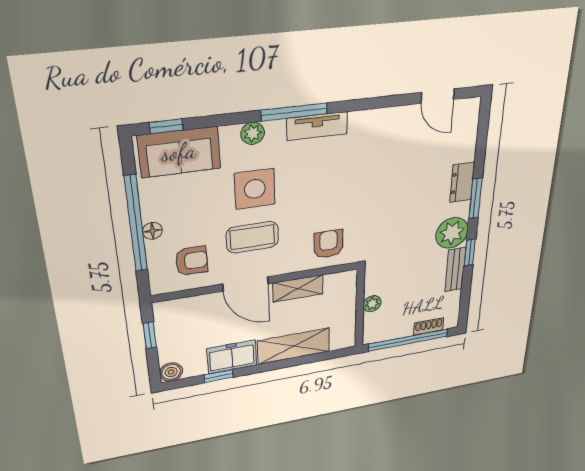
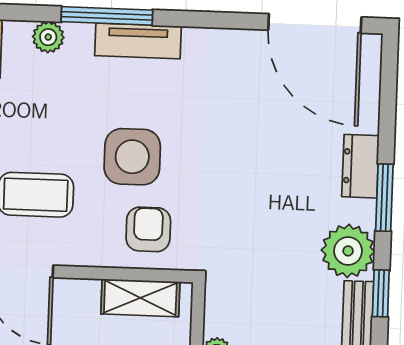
door: (438, 96) -> (315, 24), width x1.87
side table: (255, 189) -> (132, 157), moved
shelving: (298, 288) -> (140, 298), moved

